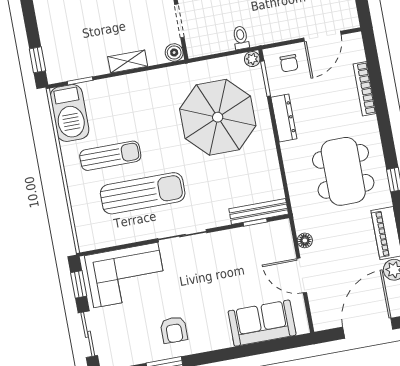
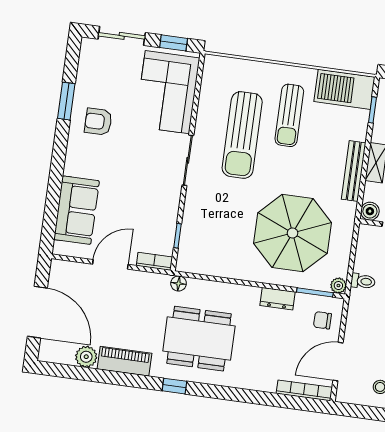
door: (322, 36) -> (338, 362), hinge flipped
bookcase: (365, 89) -> (304, 390), moved
dresser: (284, 118) -> (277, 299), width x0.70
bench: (259, 211) -> (354, 171), moved
bookcase: (286, 236) -> (154, 261), added
floor lamp: (305, 240) -> (179, 283), moved

